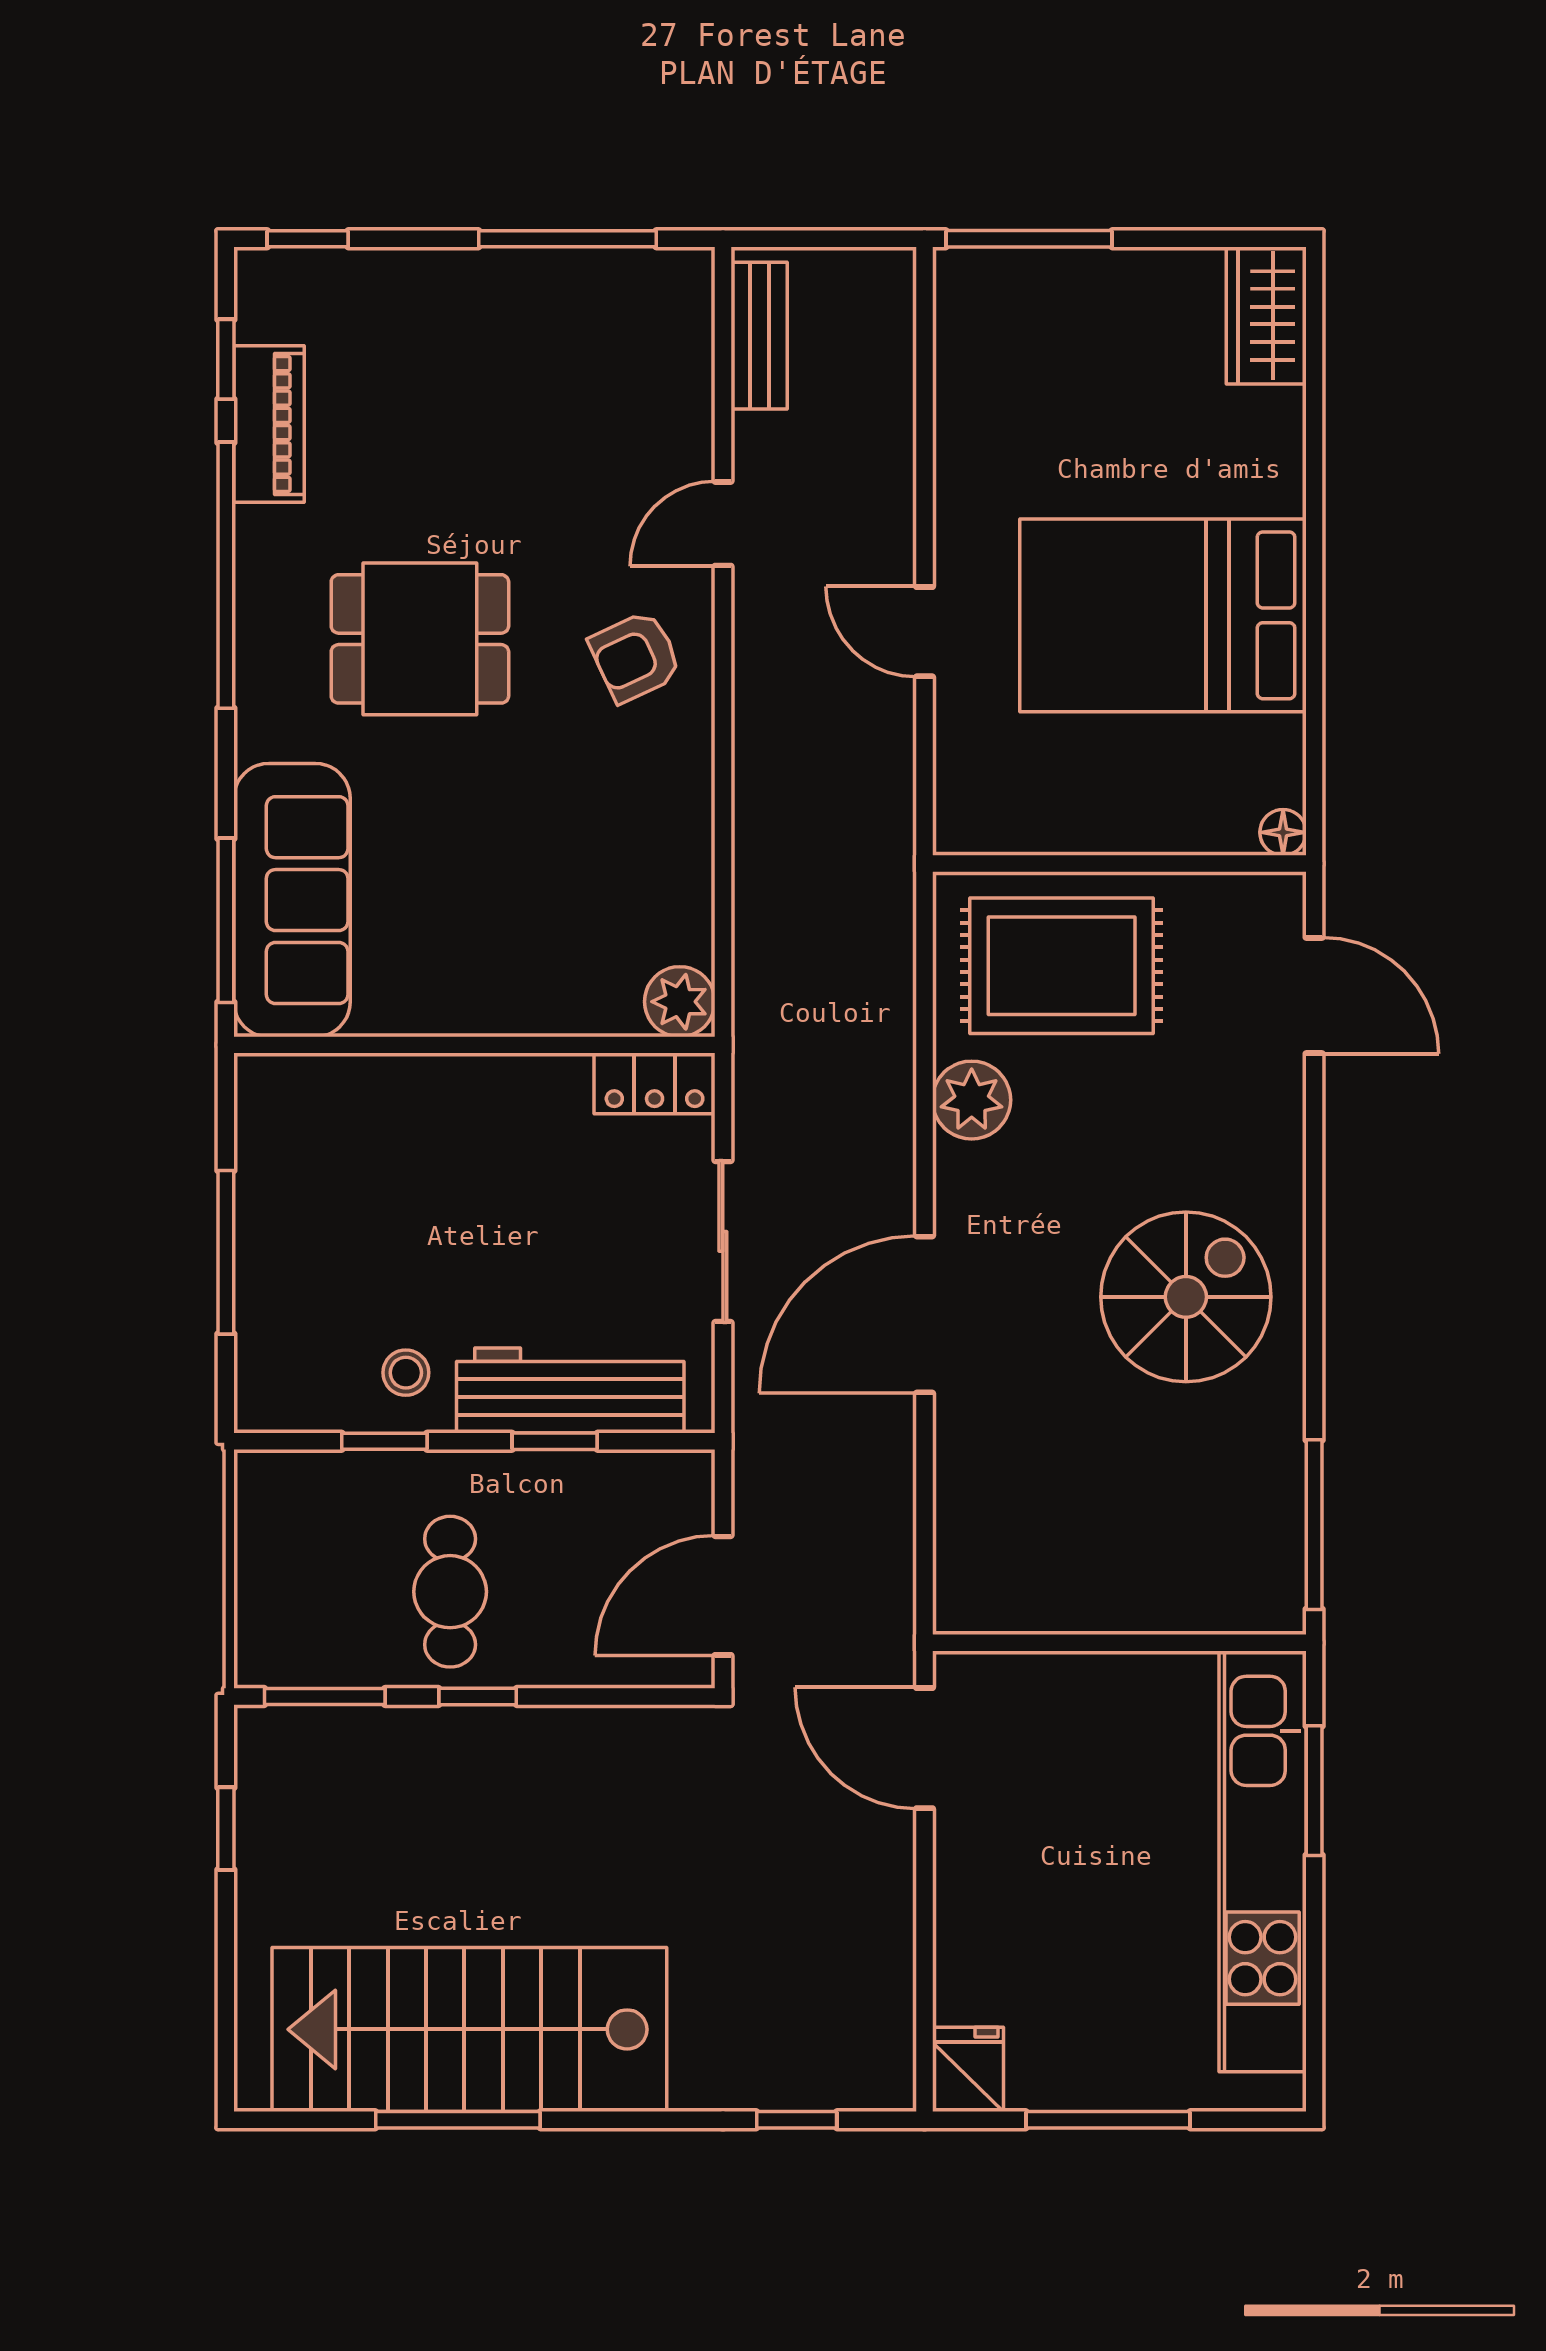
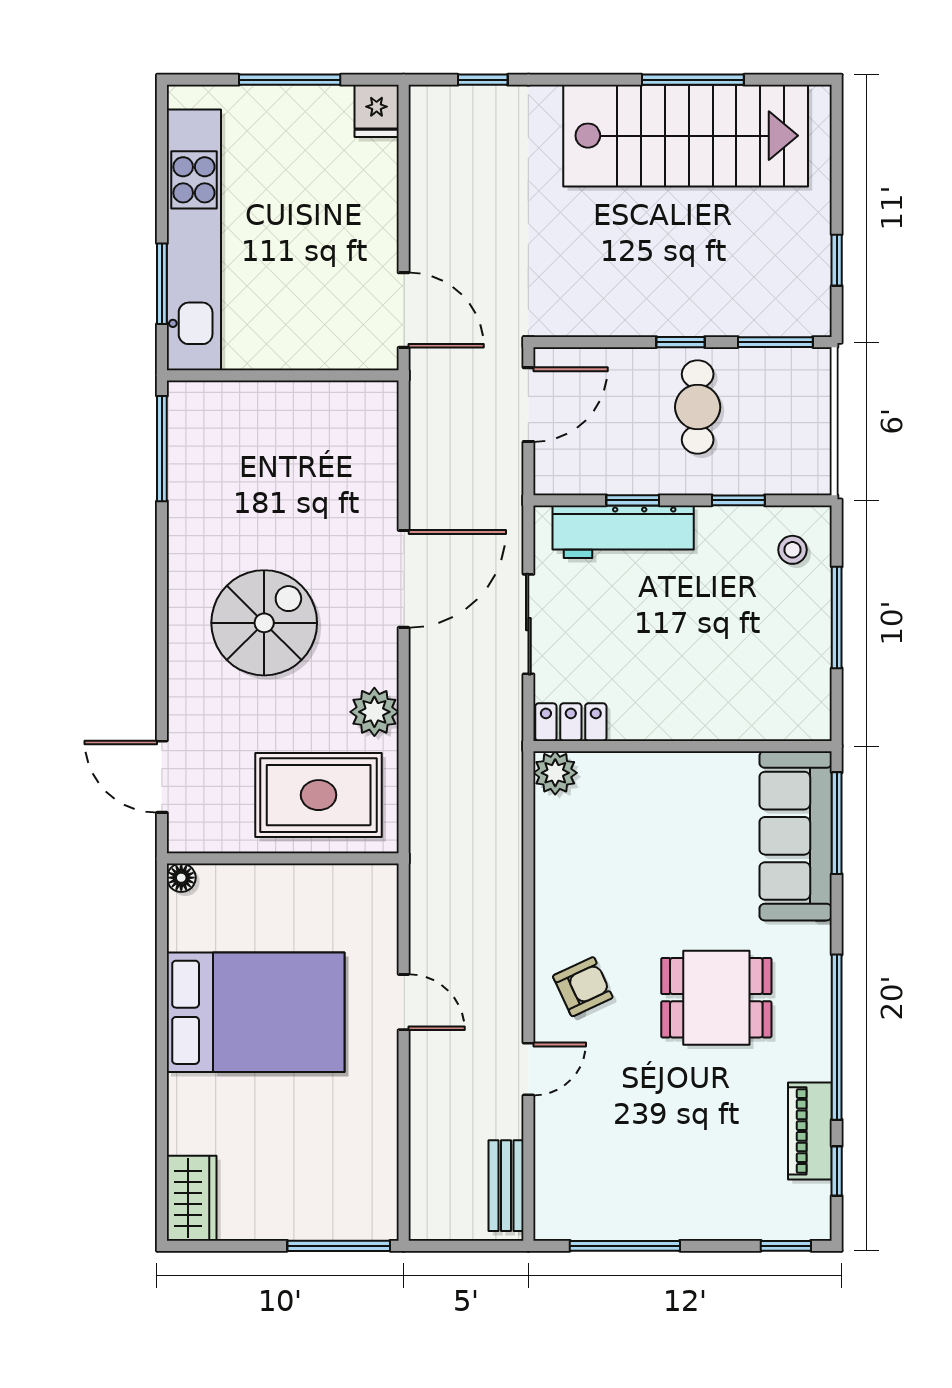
spiral stairs: (1186, 1297) -> (264, 623), moved, turned 180
stool: (406, 1373) -> (792, 550), moved

